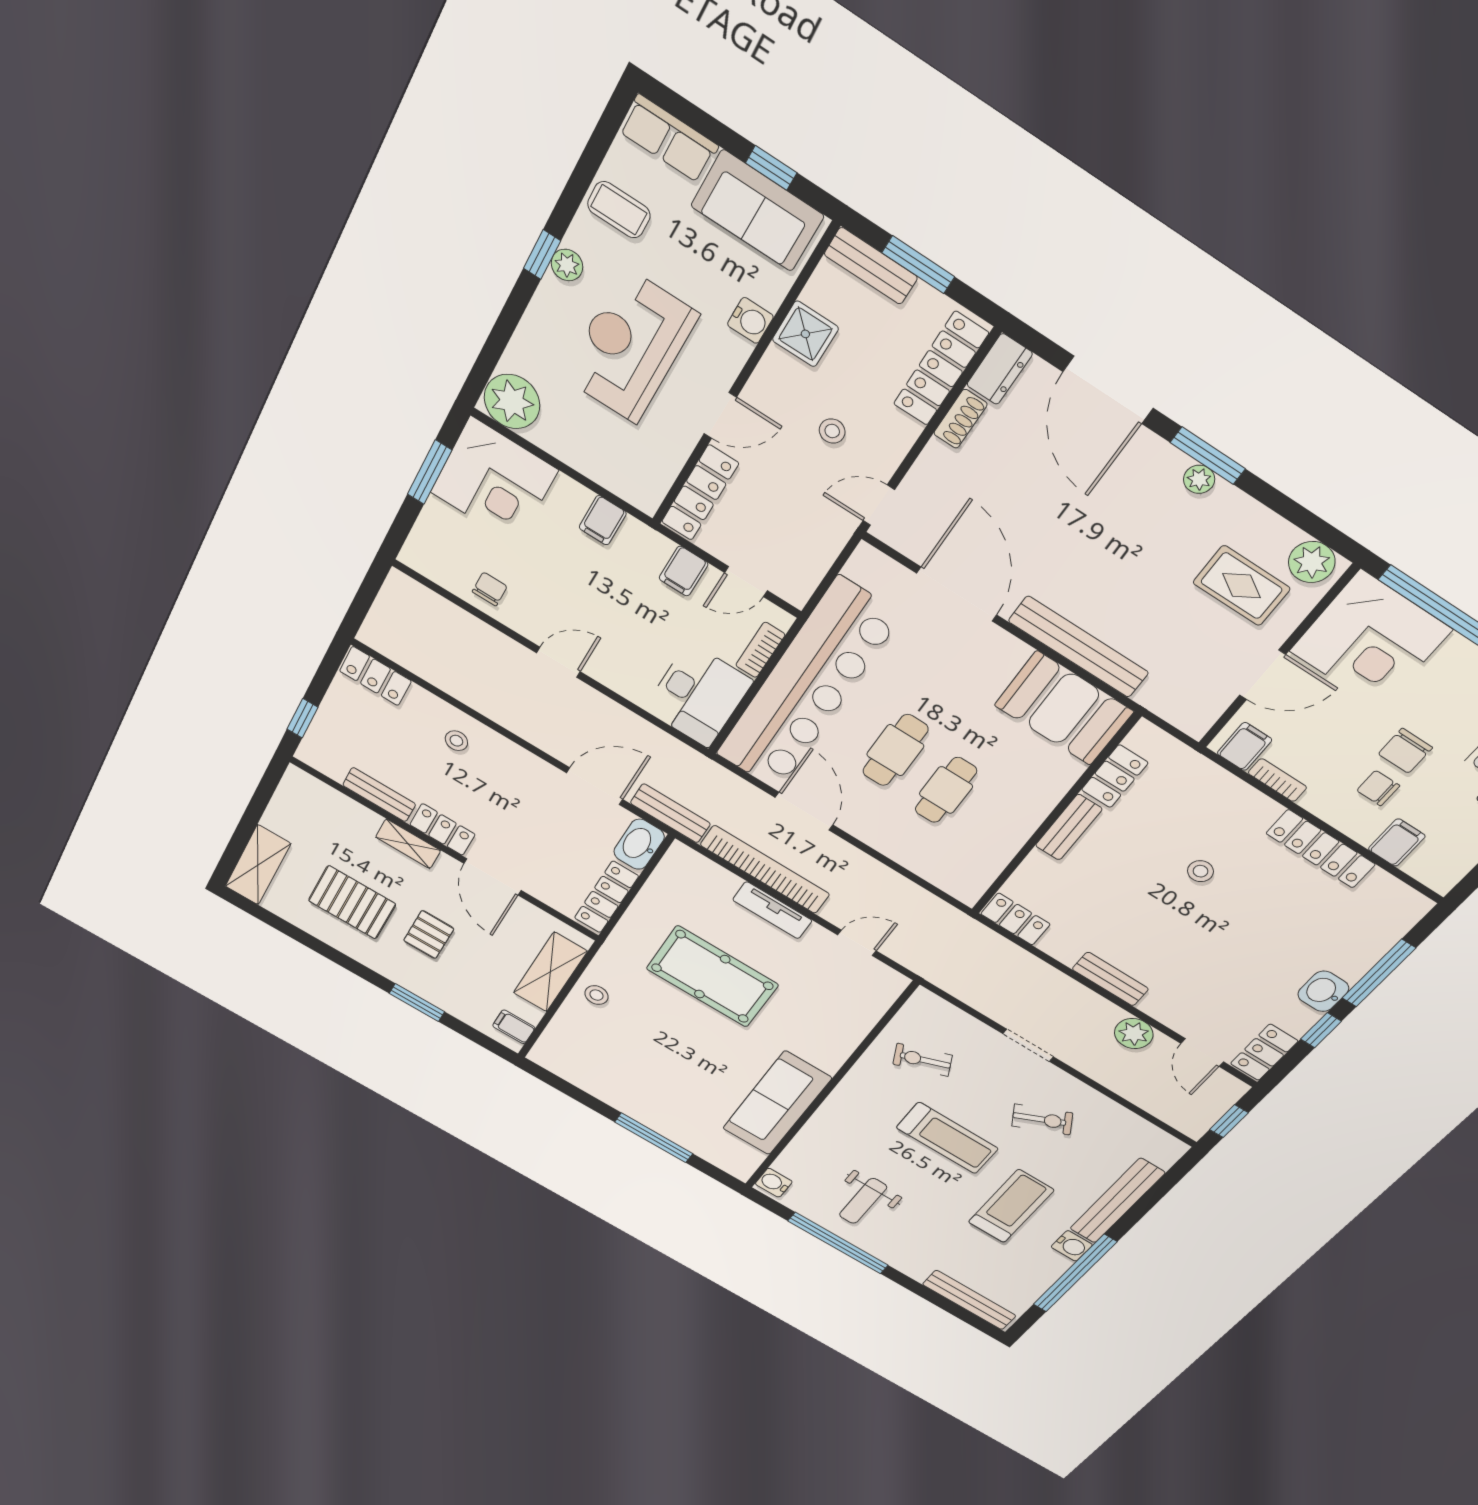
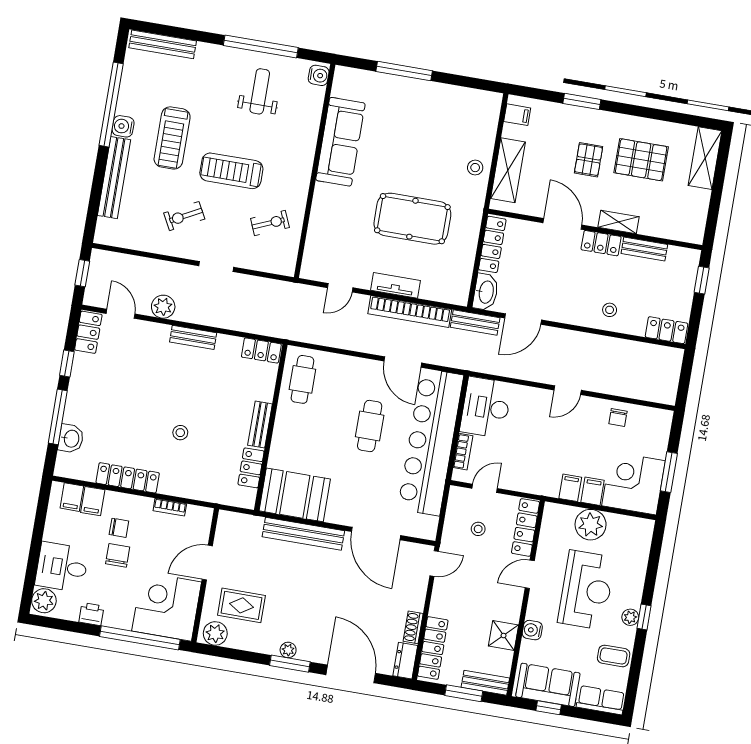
plant: (512, 401) -> (591, 525), moved
stool: (832, 431) -> (478, 529), moved
filing cabinet: (684, 571) -> (593, 491), moved
filing cabinet: (1244, 746) -> (72, 497), moved
cafe table: (946, 790) -> (302, 379), moved
washbasin: (1323, 991) -> (71, 439), moved

